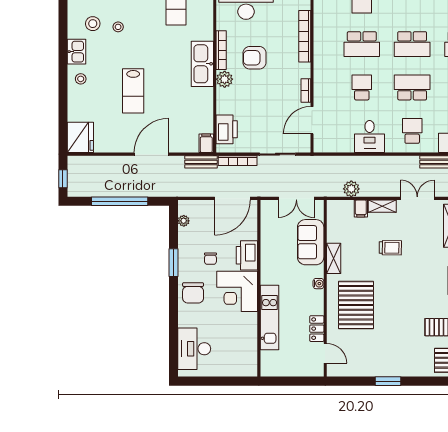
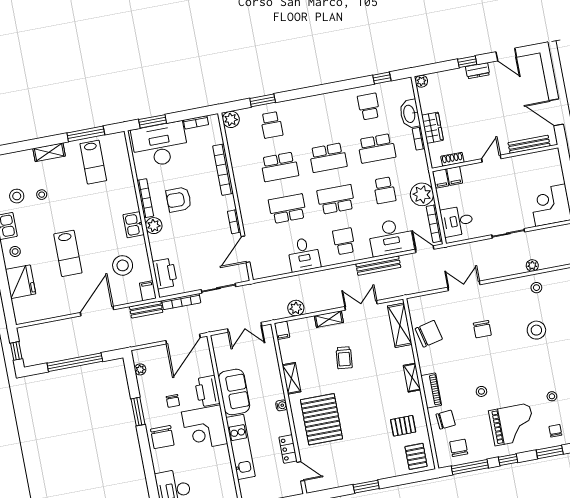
kitchen sink: (202, 64) -> (134, 225), width x0.53, depth x0.81
school desk: (362, 88) -> (287, 209), width x1.85
stool: (186, 113) -> (123, 265), added
fridge: (80, 137) -> (20, 282), moved
filing cabinet: (361, 208) -> (282, 330), moved
sofa: (311, 242) -> (234, 392), moved, turned 180
trolley: (390, 248) -> (344, 358), turned 95

